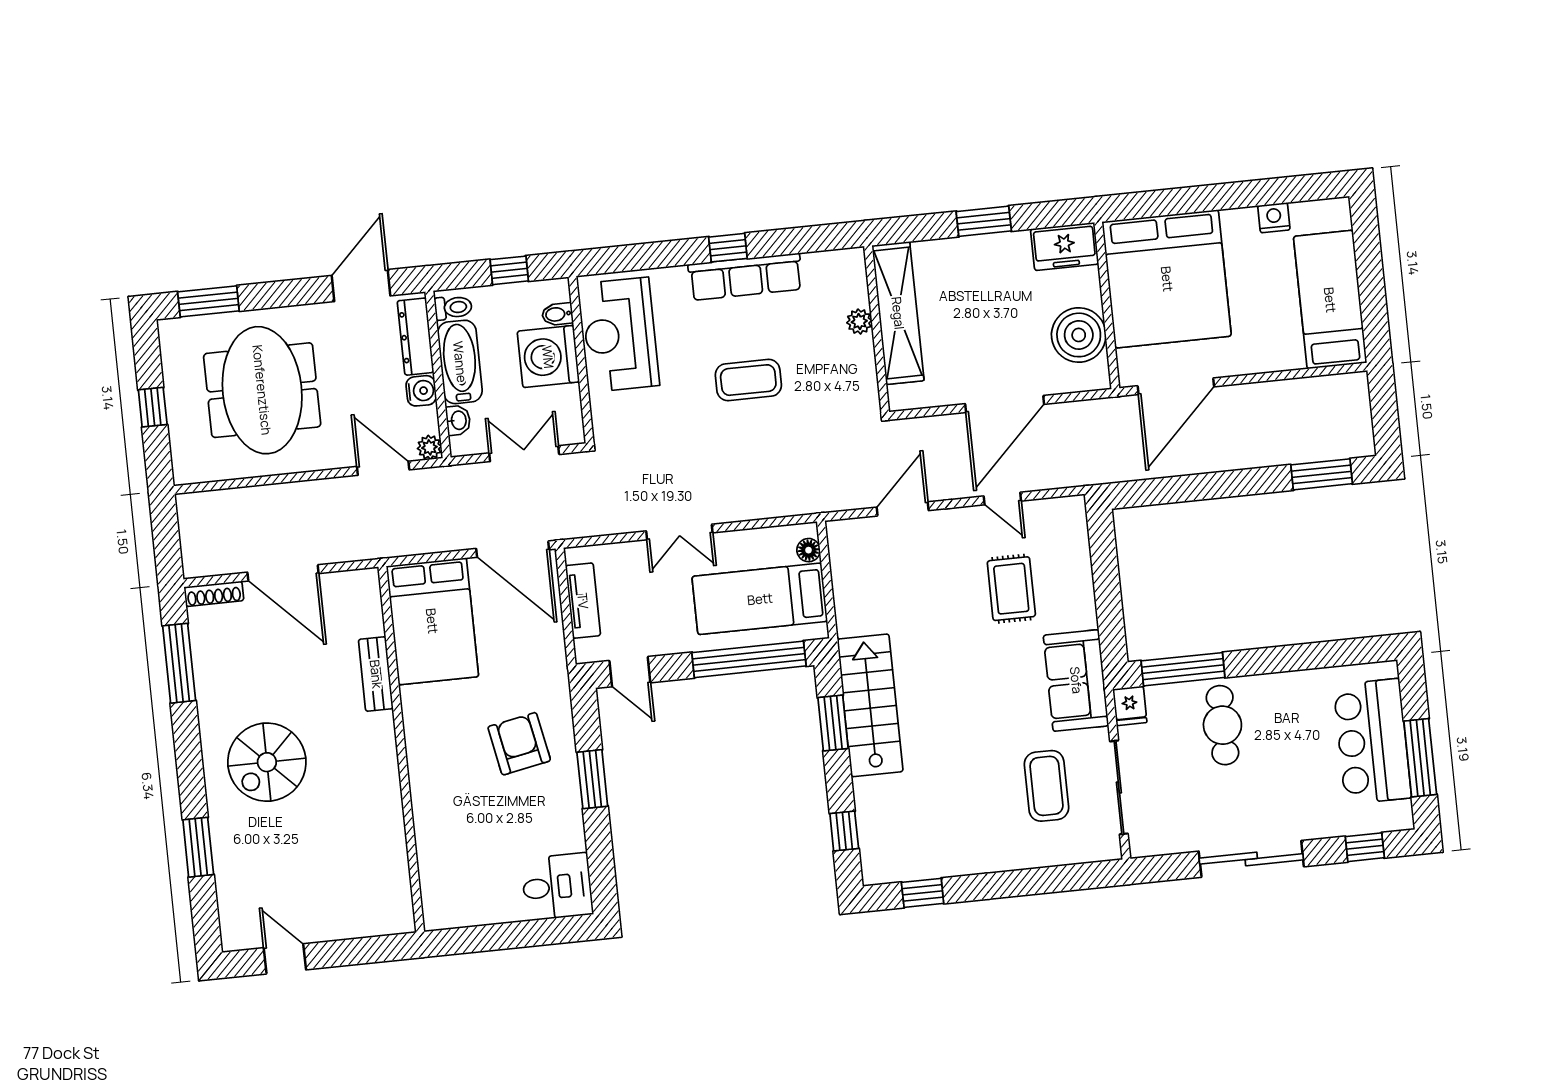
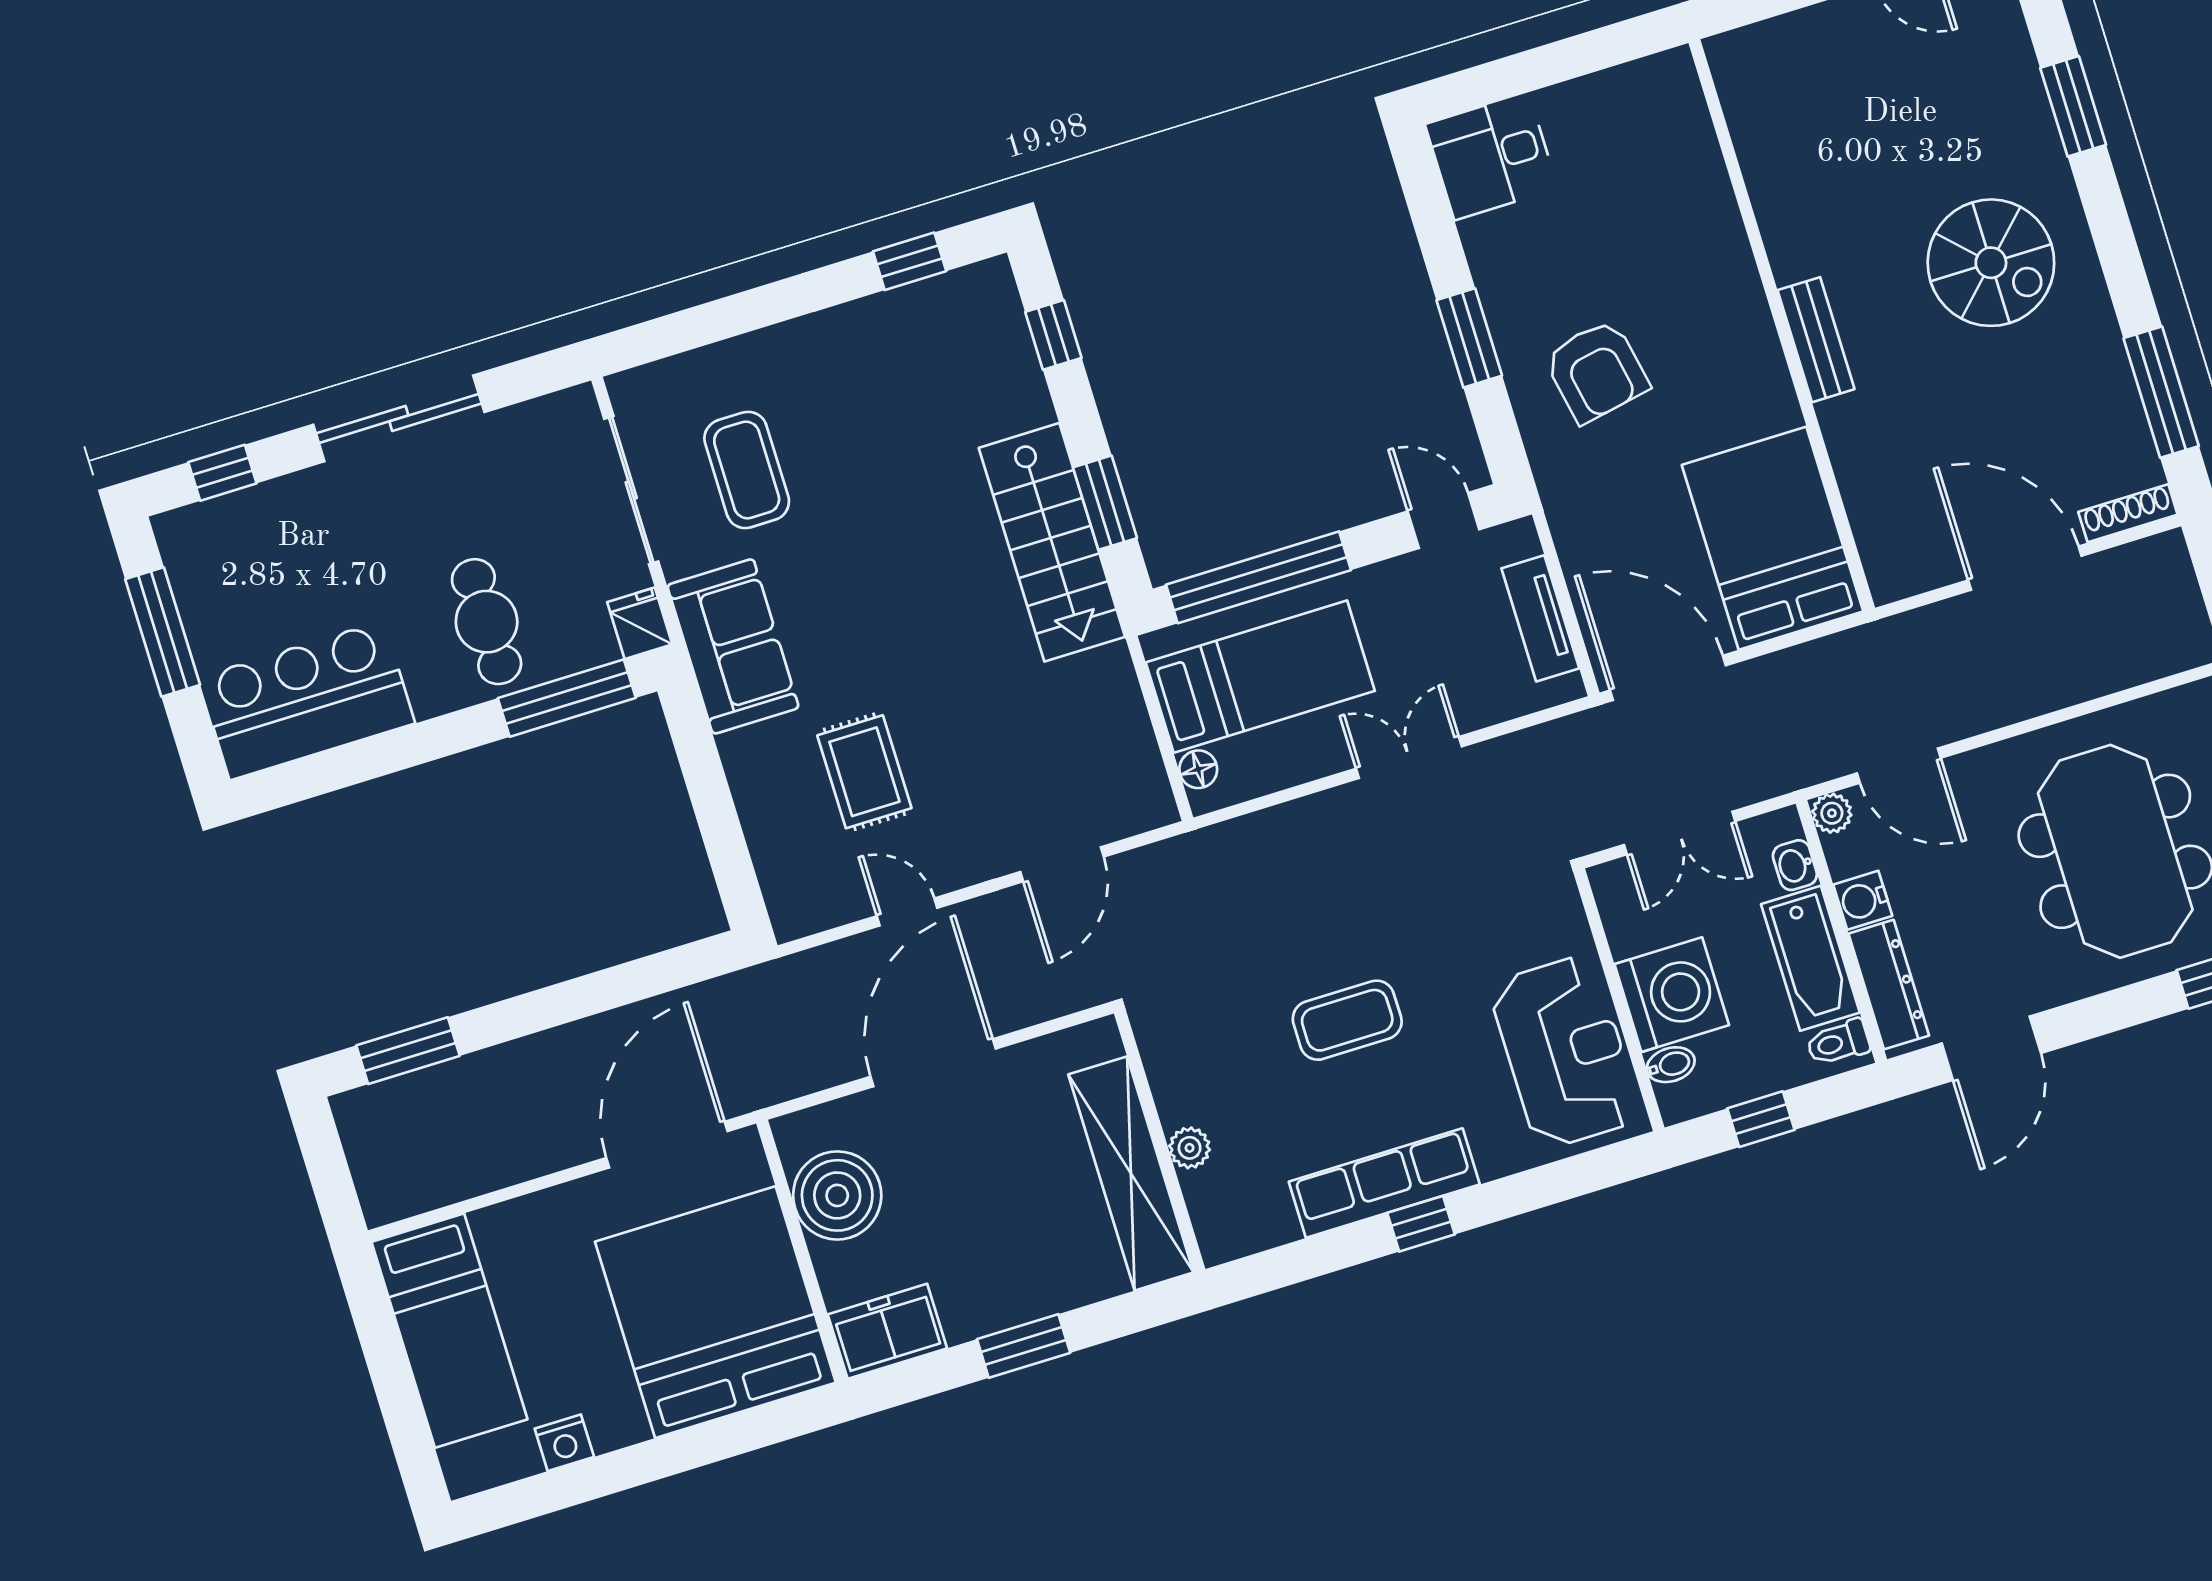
bench: (376, 674) -> (1816, 340), moved
bar counter: (1372, 741) -> (307, 700), moved, turned -90
spiral stairs: (267, 762) -> (1991, 263), turned 90

